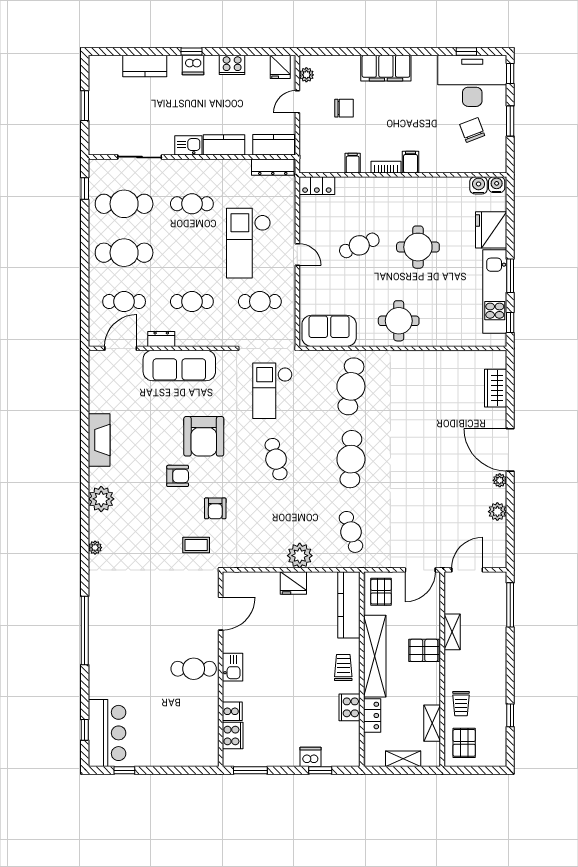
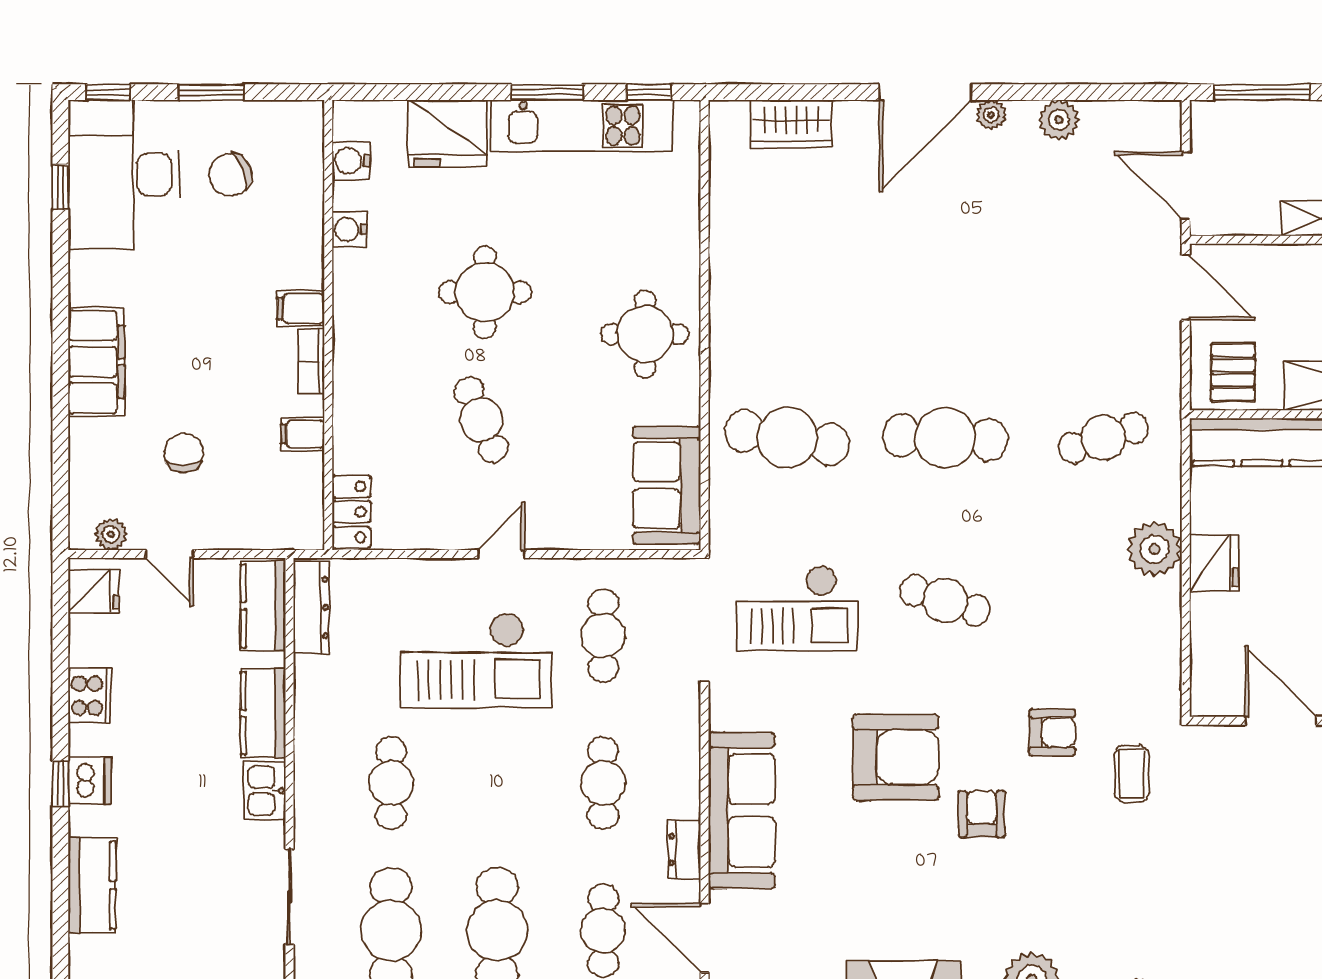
water cooler: (497, 185) -> (349, 229), moved
cafe table: (276, 459) -> (945, 600), turned 33
pallet: (381, 592) -> (1233, 372), turned 90

